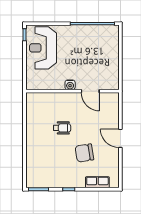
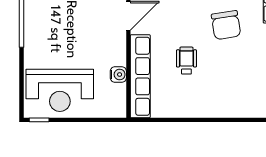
water cooler: (70, 85) -> (118, 75), moved
row of seats: (52, 99) -> (140, 76), added

